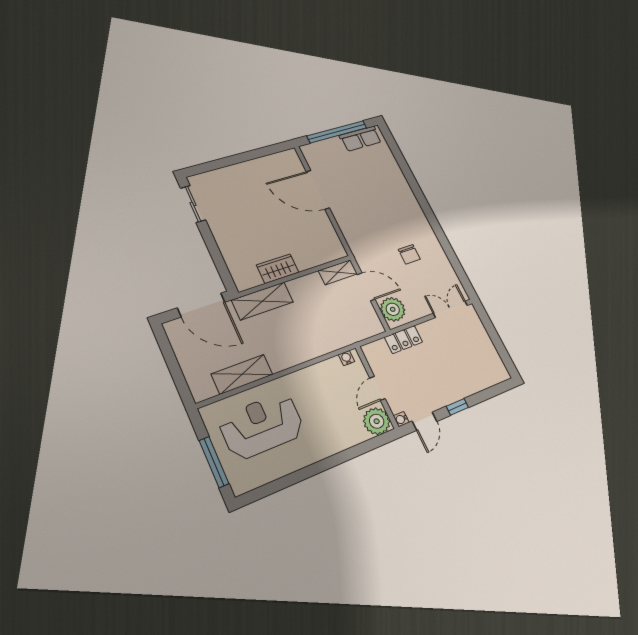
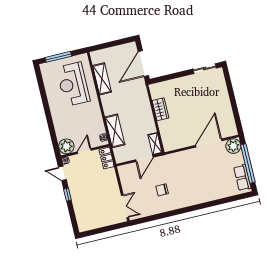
shelving: (262, 301) -> (115, 131), moved
plant: (393, 309) -> (233, 146), moved
locker: (403, 340) -> (107, 158), moved
door: (377, 388) -> (84, 151), hinge flipped
reception desk: (262, 426) -> (73, 84), turned 180

